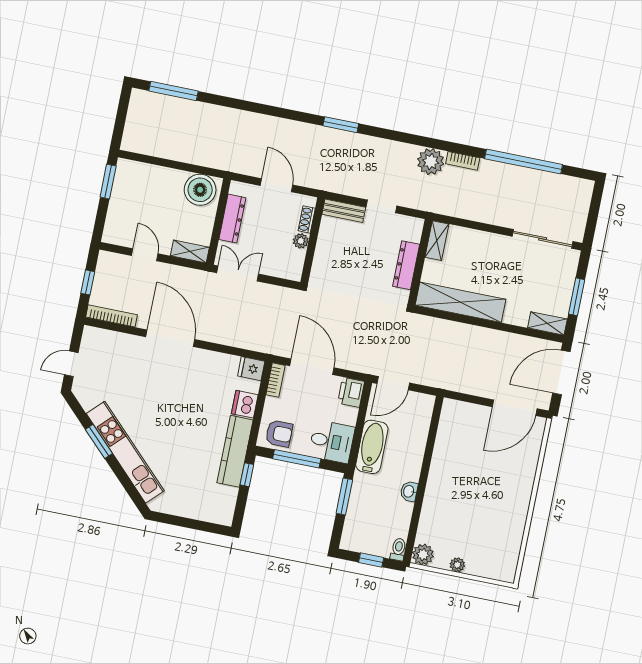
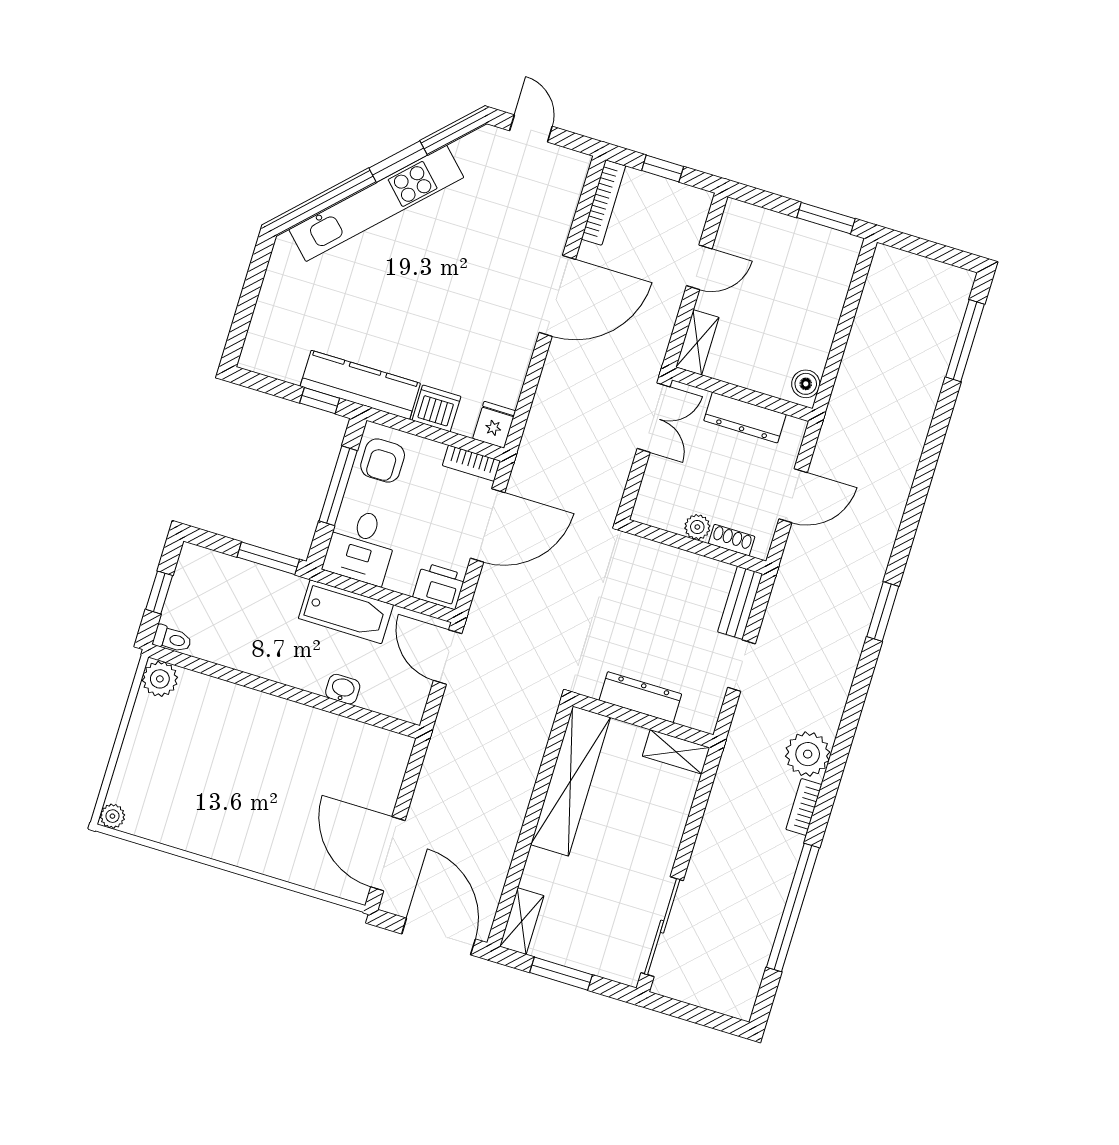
boiler: (200, 190) -> (806, 384), width x0.54, depth x0.54
washbasin: (409, 491) -> (343, 689), moved
plant: (457, 565) -> (112, 816), moved

